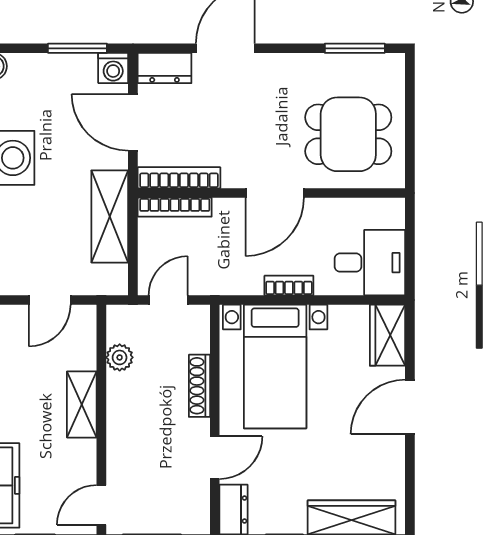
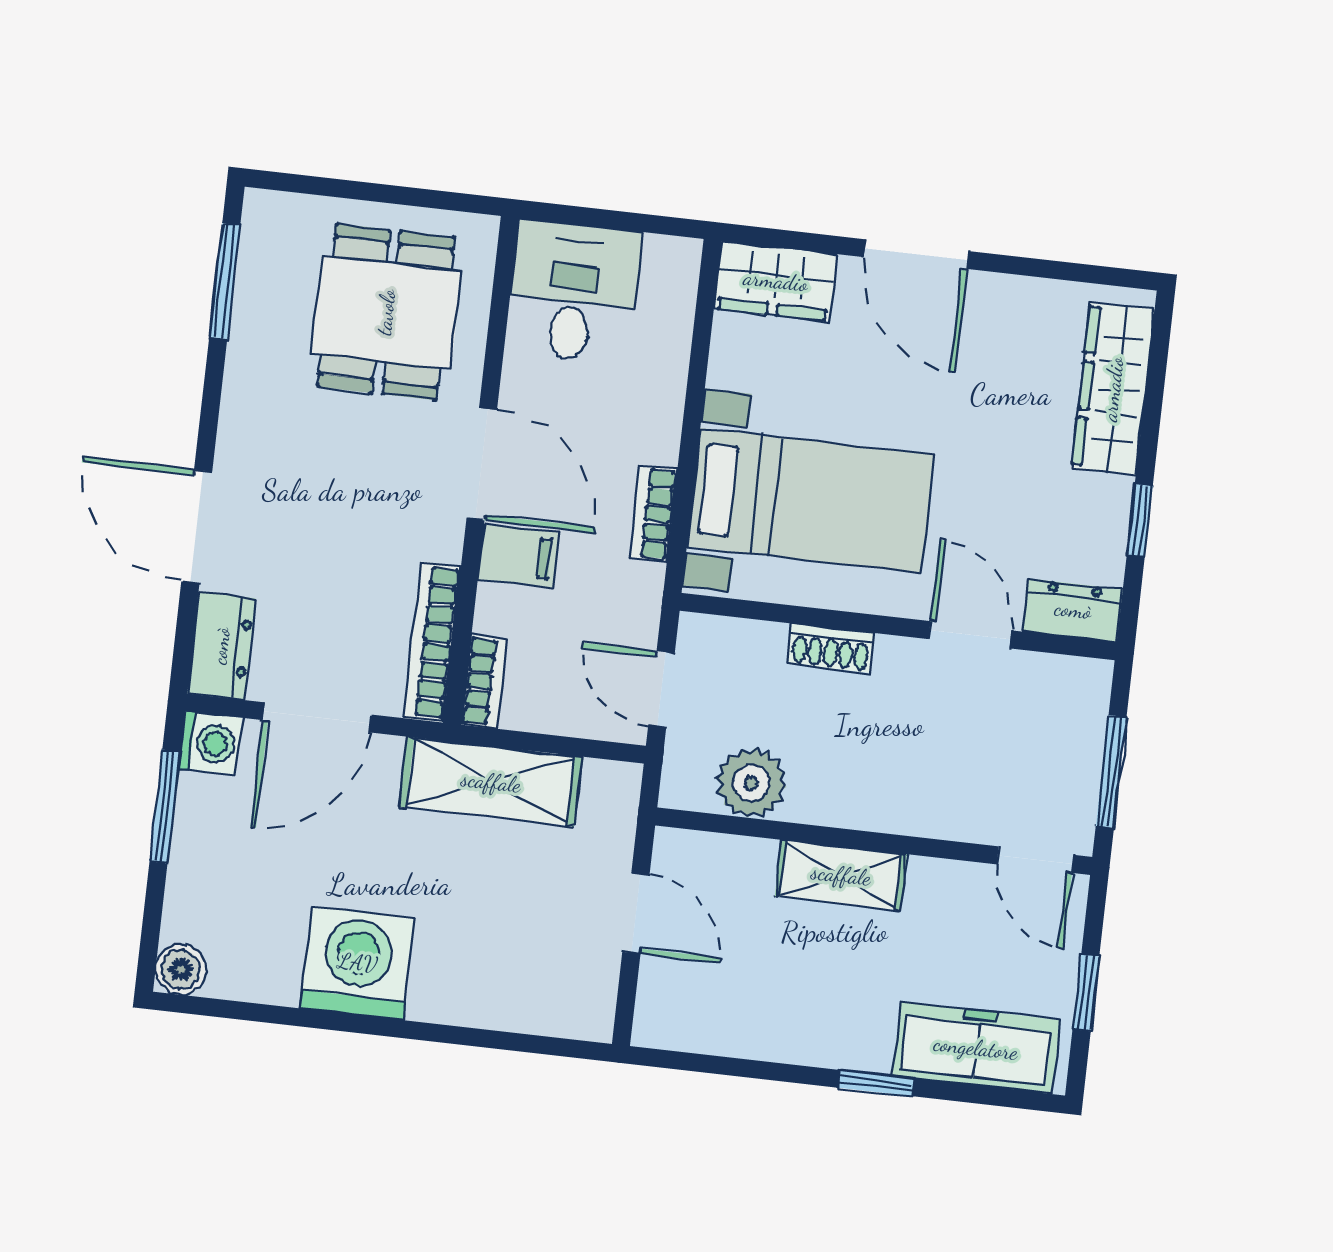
bookcase: (175, 207) -> (484, 682), width x0.64
filing cabinet: (229, 217) -> (518, 556), added
desk: (370, 263) -> (573, 292), moved
bookcase: (289, 285) -> (654, 514), moved
plant: (120, 357) -> (751, 783), width x1.38, depth x1.38
shoe rack: (199, 386) -> (831, 648), width x0.70

